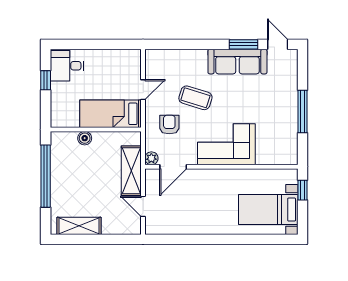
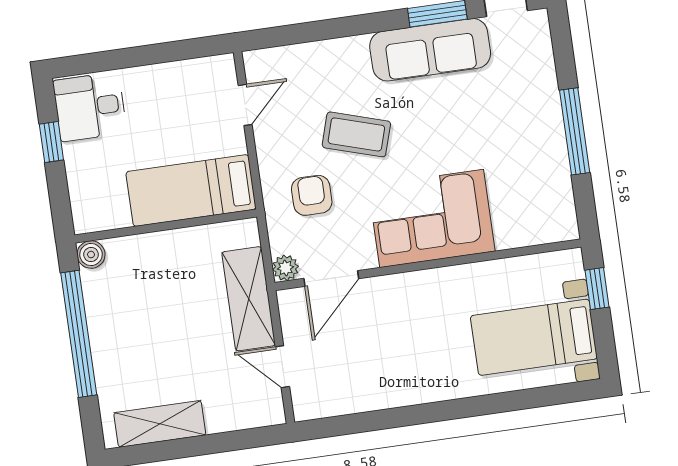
door: (143, 90) -> (245, 105), moved
boiler: (85, 138) -> (91, 255), moved

